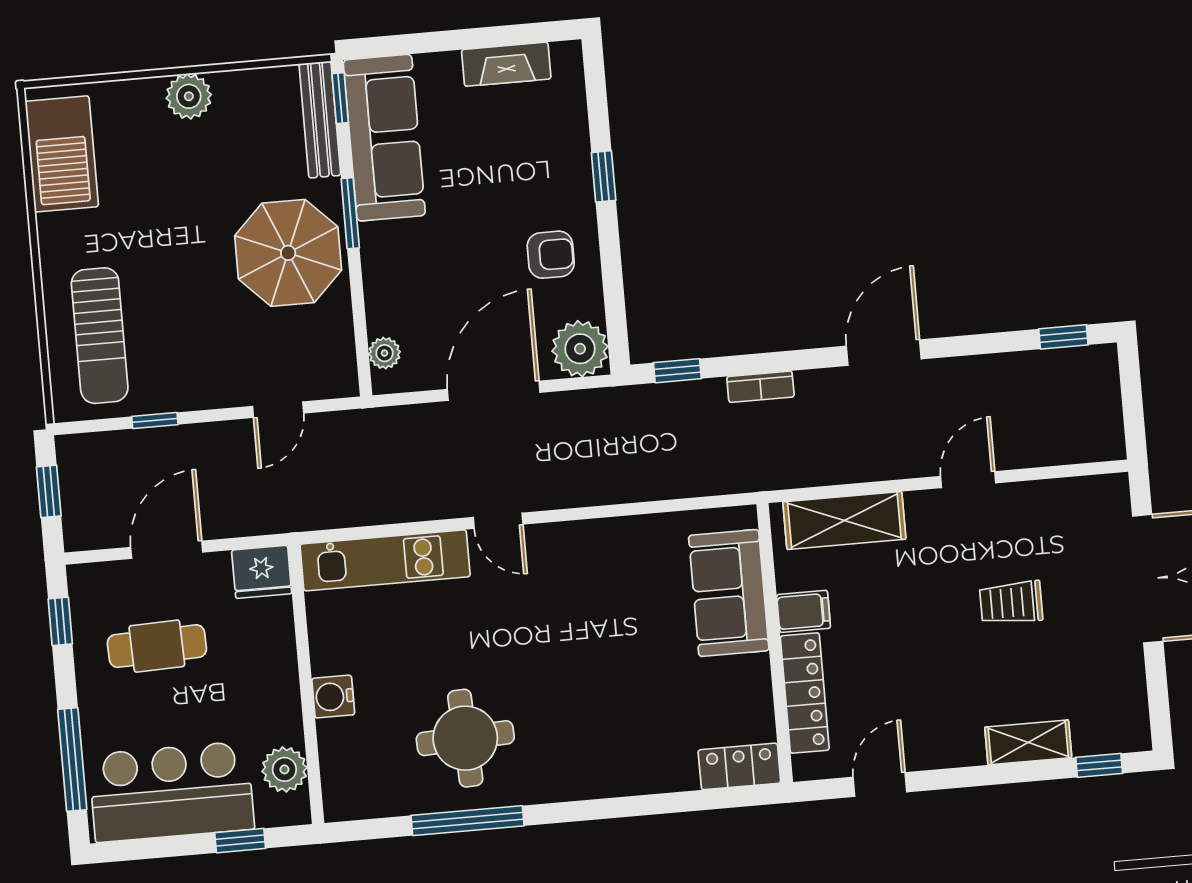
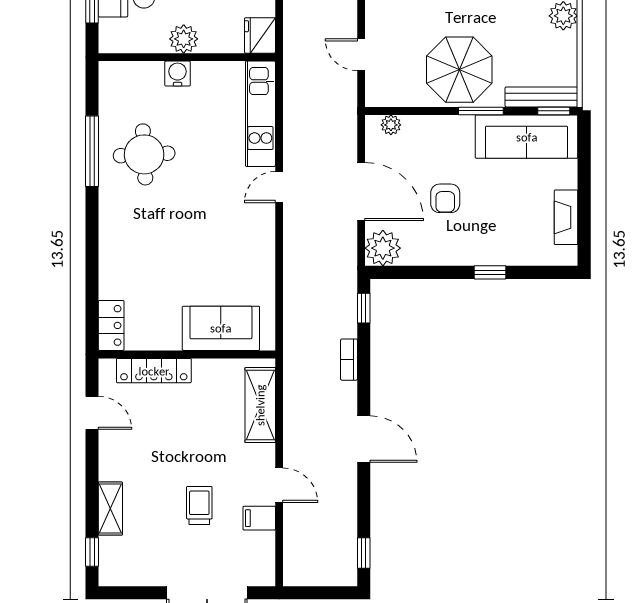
armchair: (551, 255) -> (445, 198), moved
filing cabinet: (804, 611) -> (259, 518), moved, turned 90
plant: (284, 769) -> (184, 39), moved

